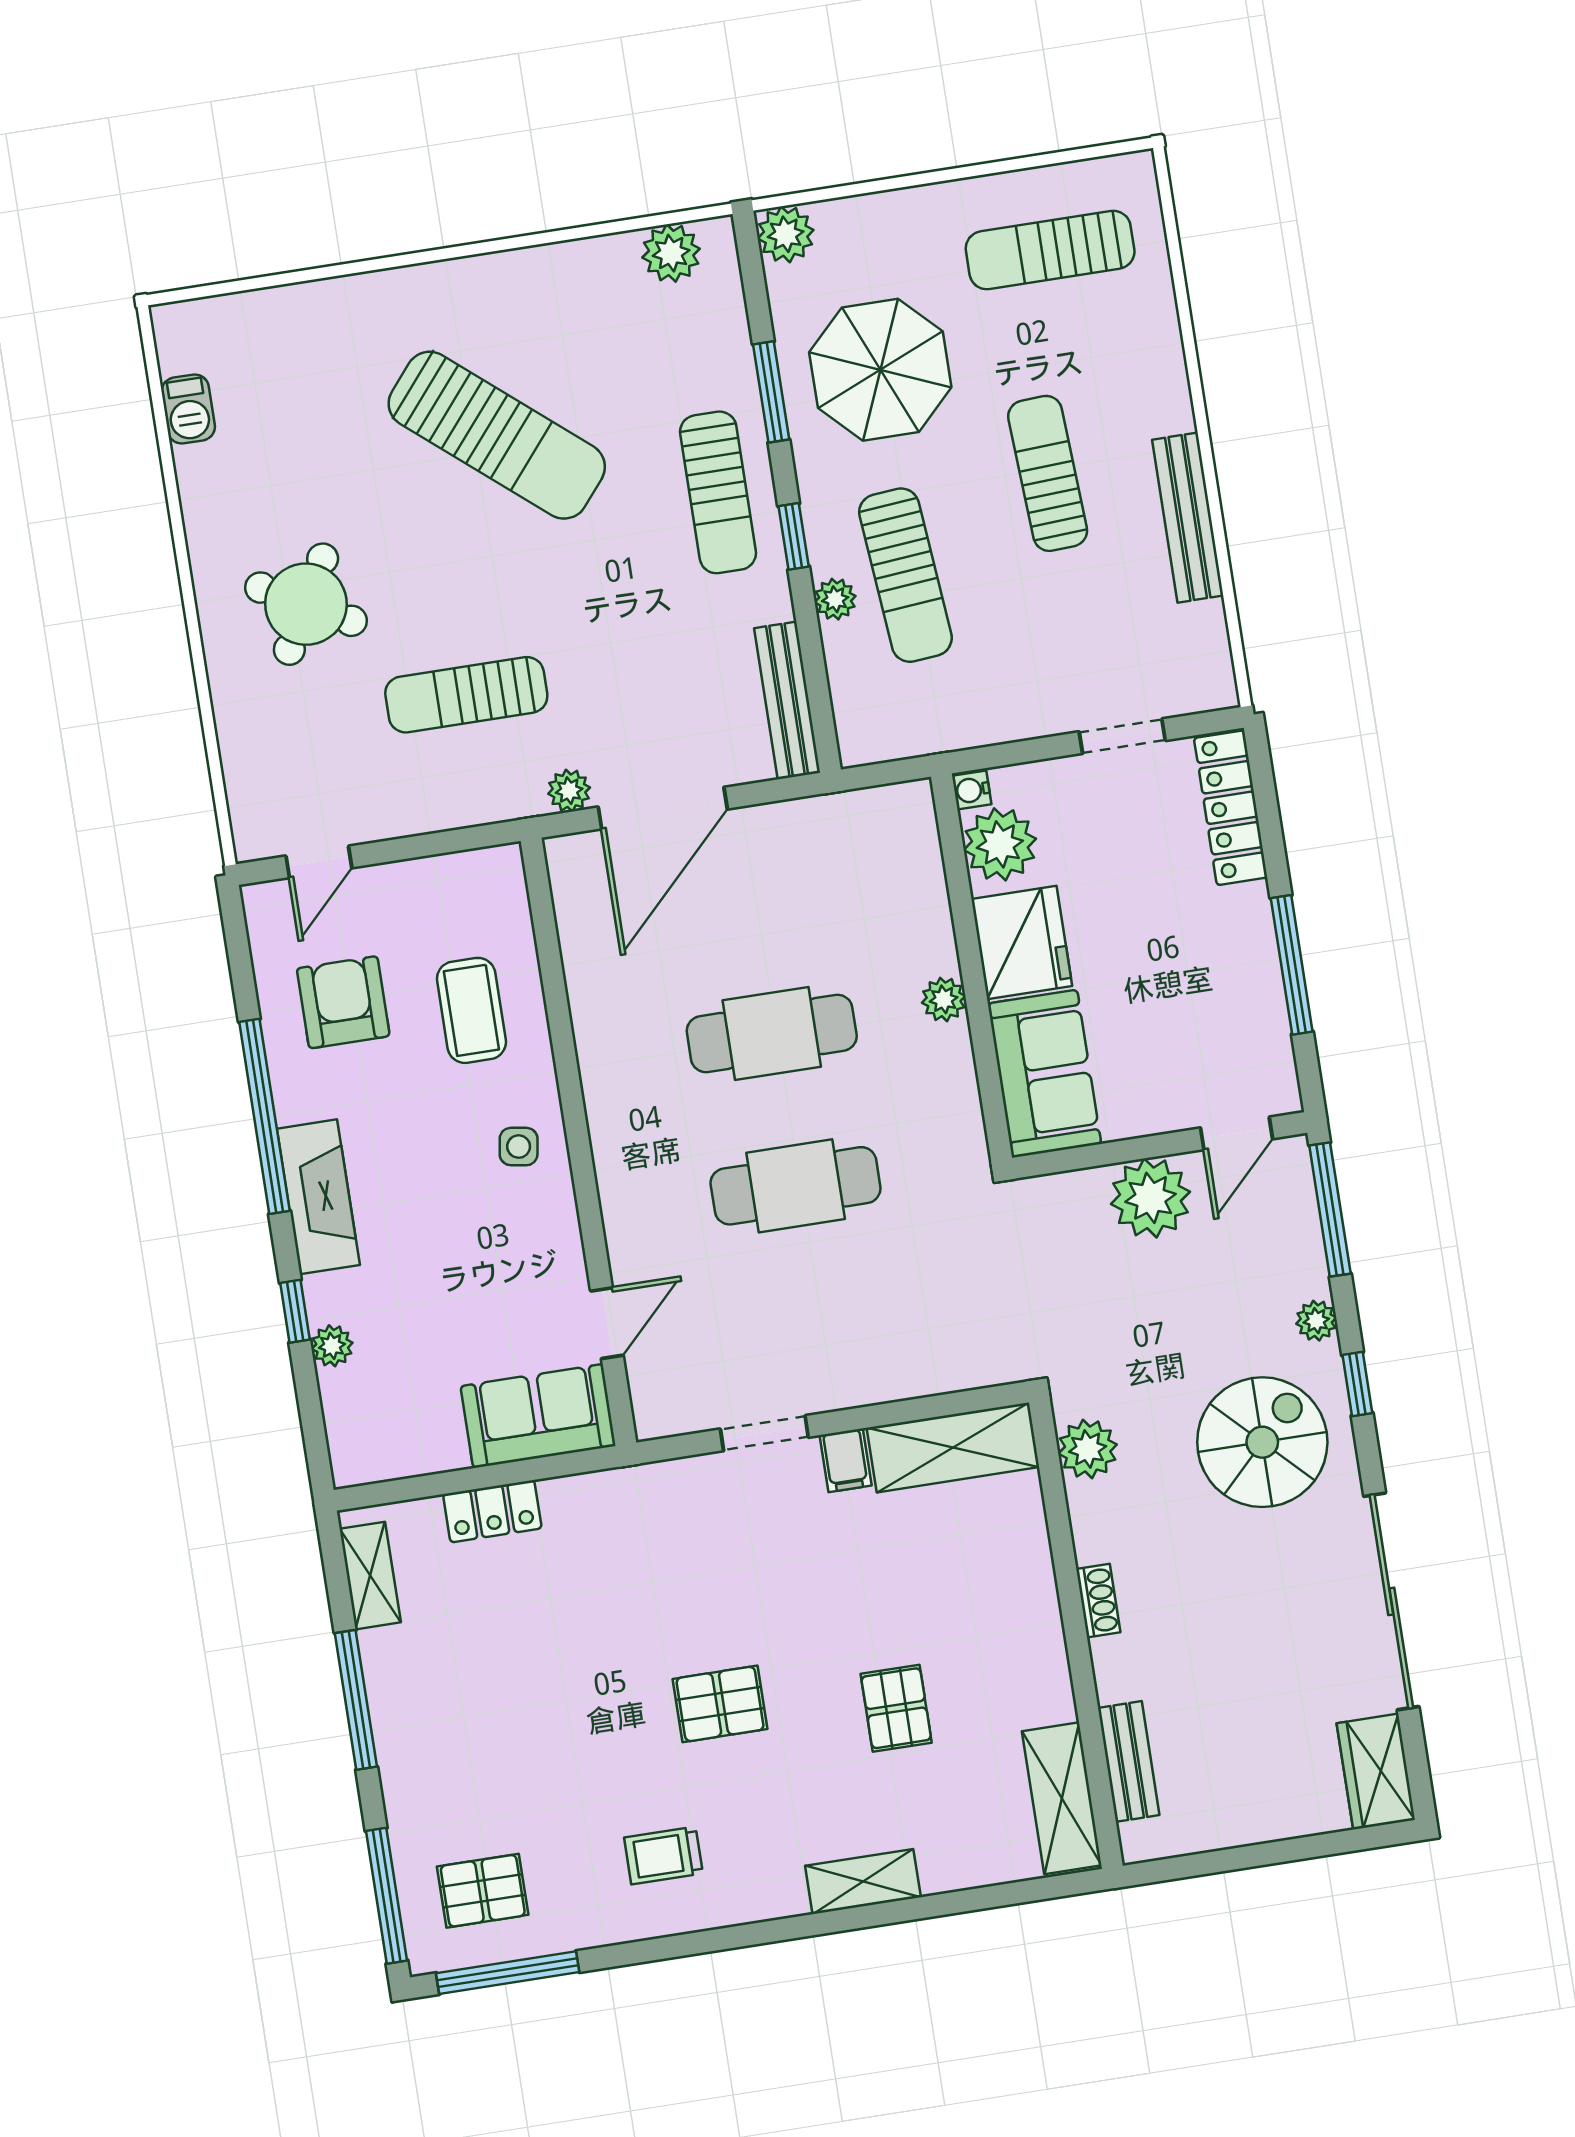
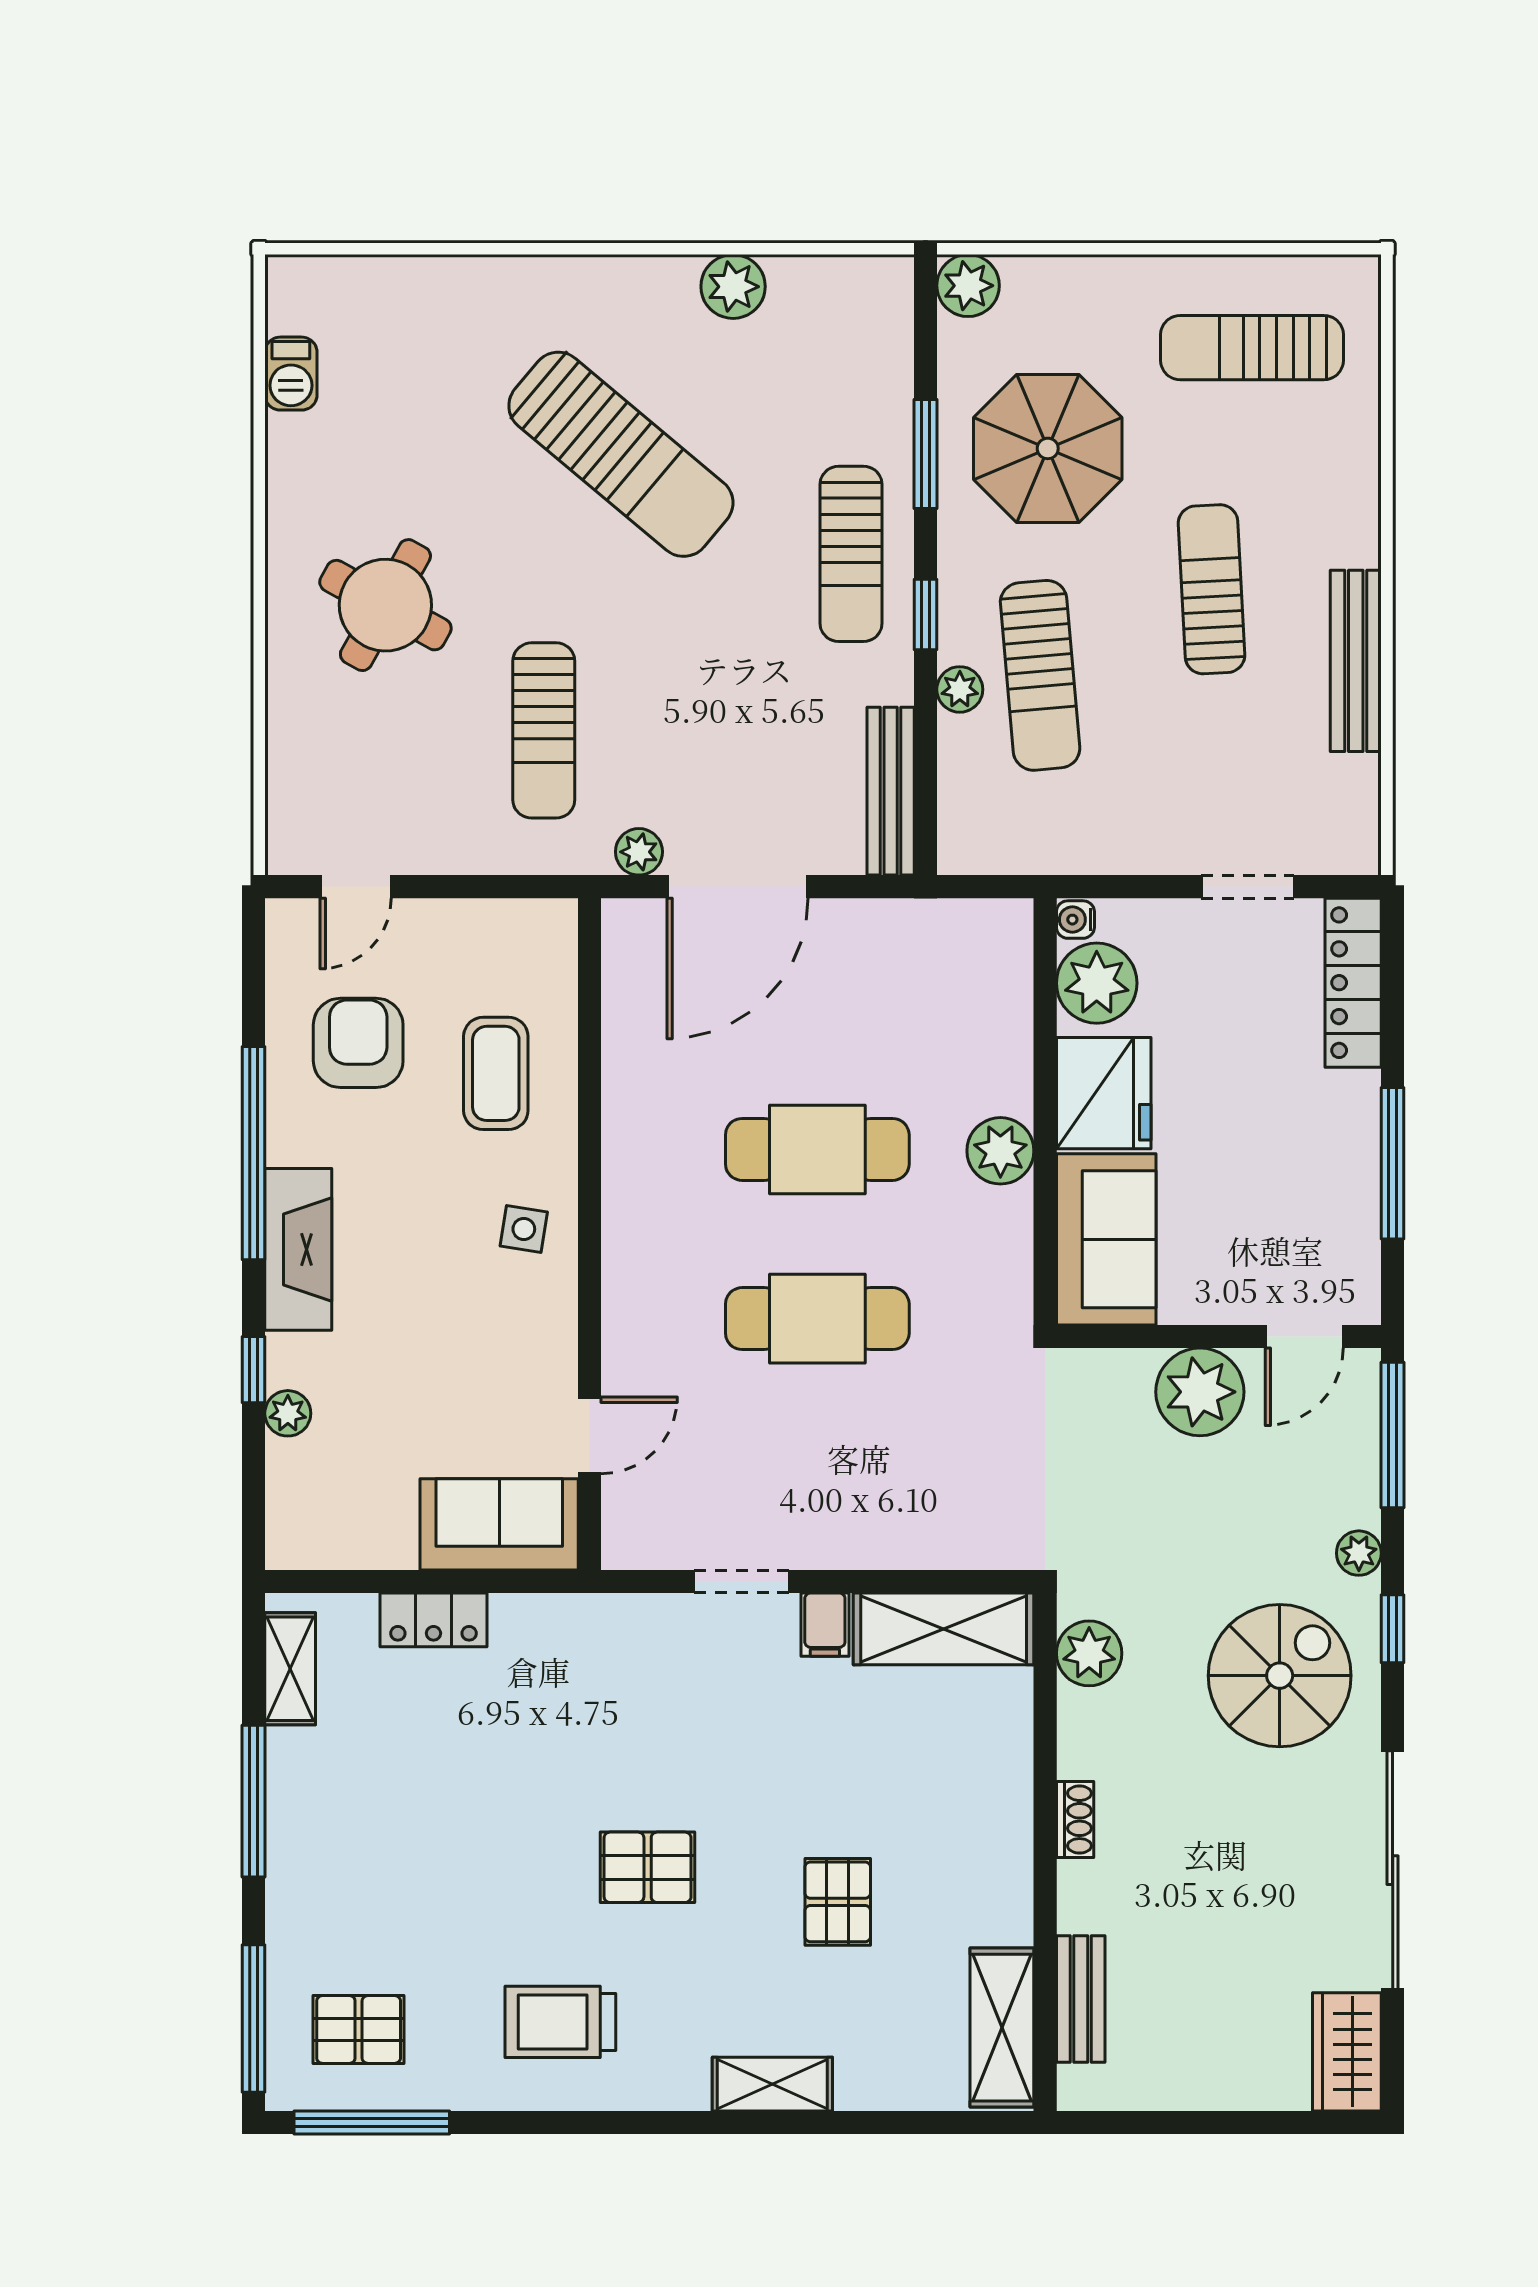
plant: (671, 253) -> (733, 287), moved
sun lounger: (466, 695) -> (544, 730), turned -90
plant: (944, 999) -> (1000, 1151), width x1.38, depth x1.38
trolley: (663, 1855) -> (560, 2022), width x1.36, depth x1.39

